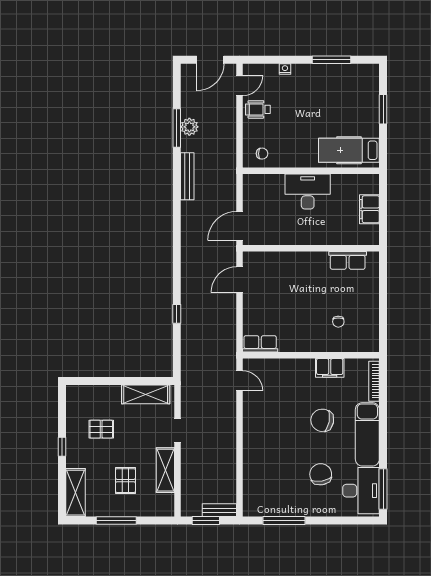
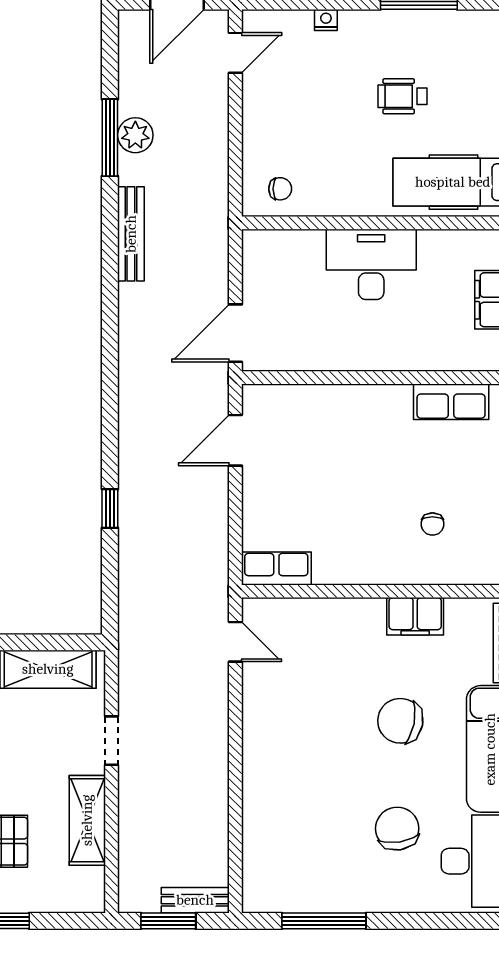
wheelchair: (258, 109) -> (403, 96), moved

